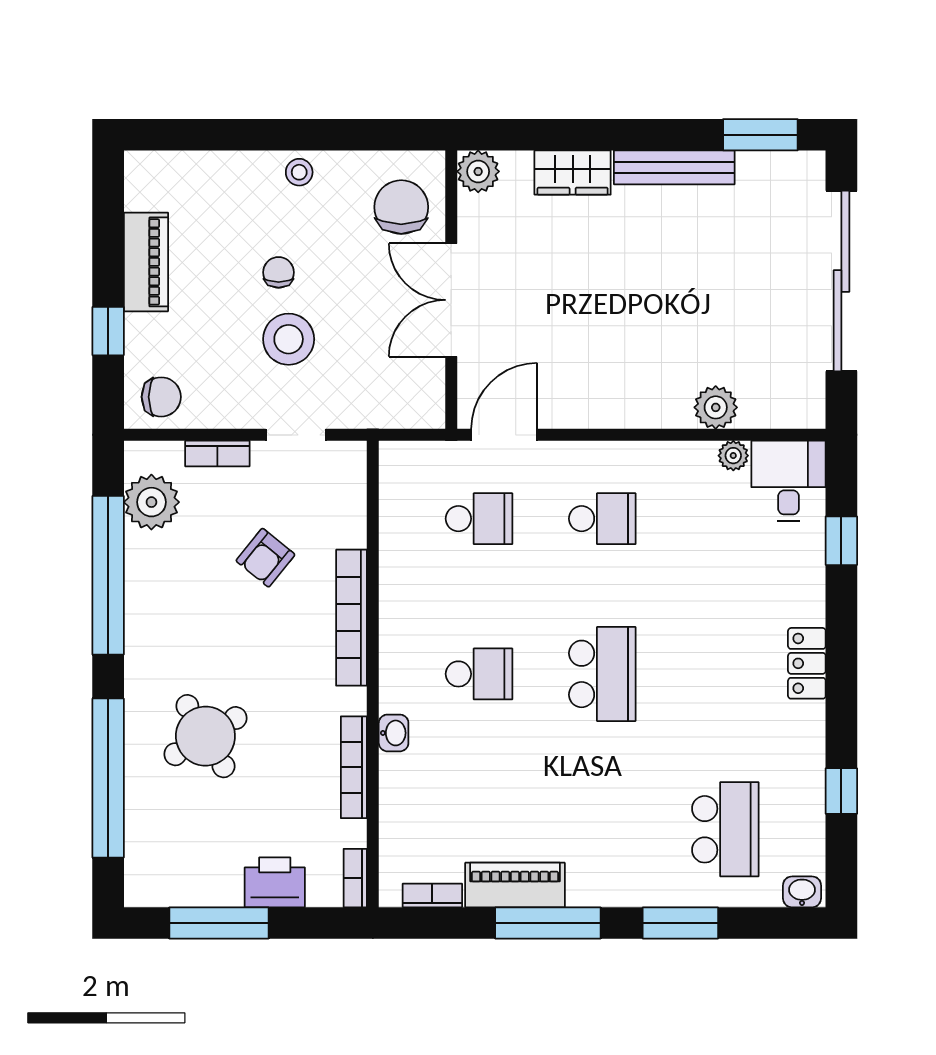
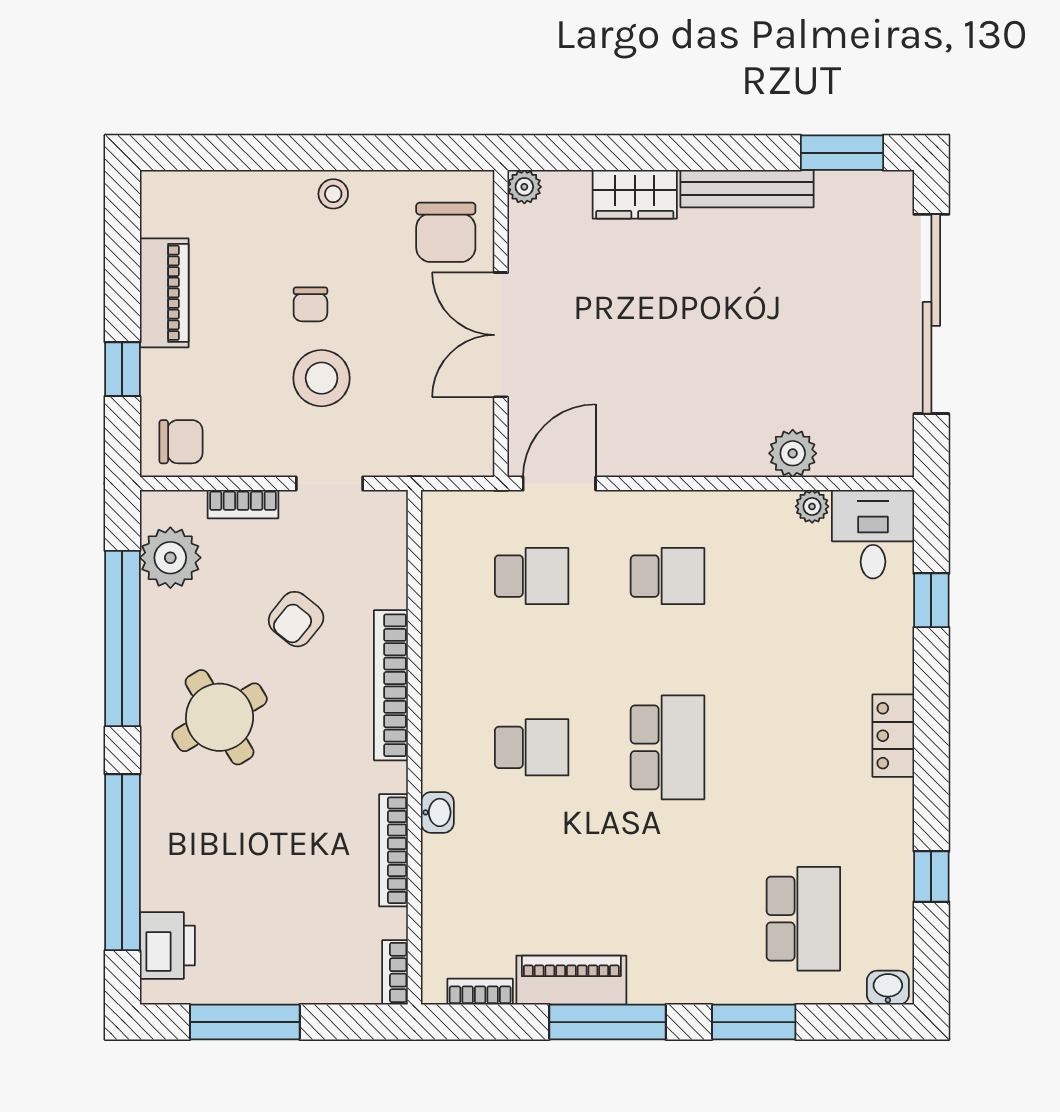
plant: (478, 171) -> (524, 187), width x0.73, depth x0.73
chair: (401, 207) -> (446, 232), turned 180
chair: (279, 272) -> (310, 304), turned 180
round table: (205, 736) -> (220, 717), moved
printer: (275, 882) -> (167, 945), moved, turned 90

